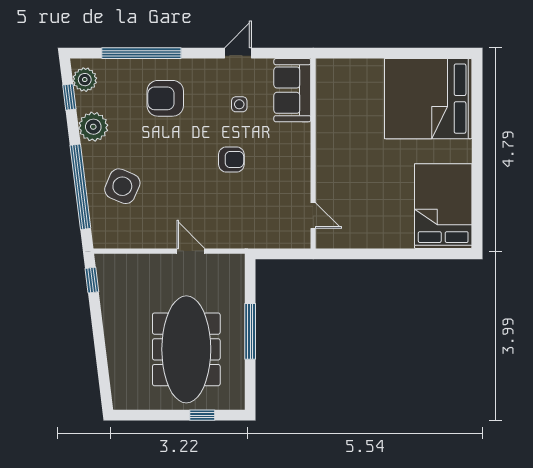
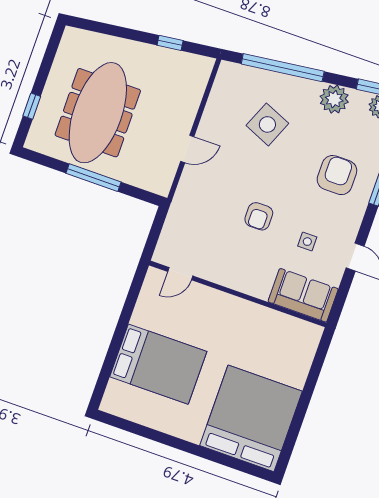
side table: (122, 186) -> (267, 124), moved
bed: (443, 206) -> (158, 364), moved
window: (92, 280) -> (170, 43), moved
meeting table: (186, 349) -> (98, 113), turned 90

